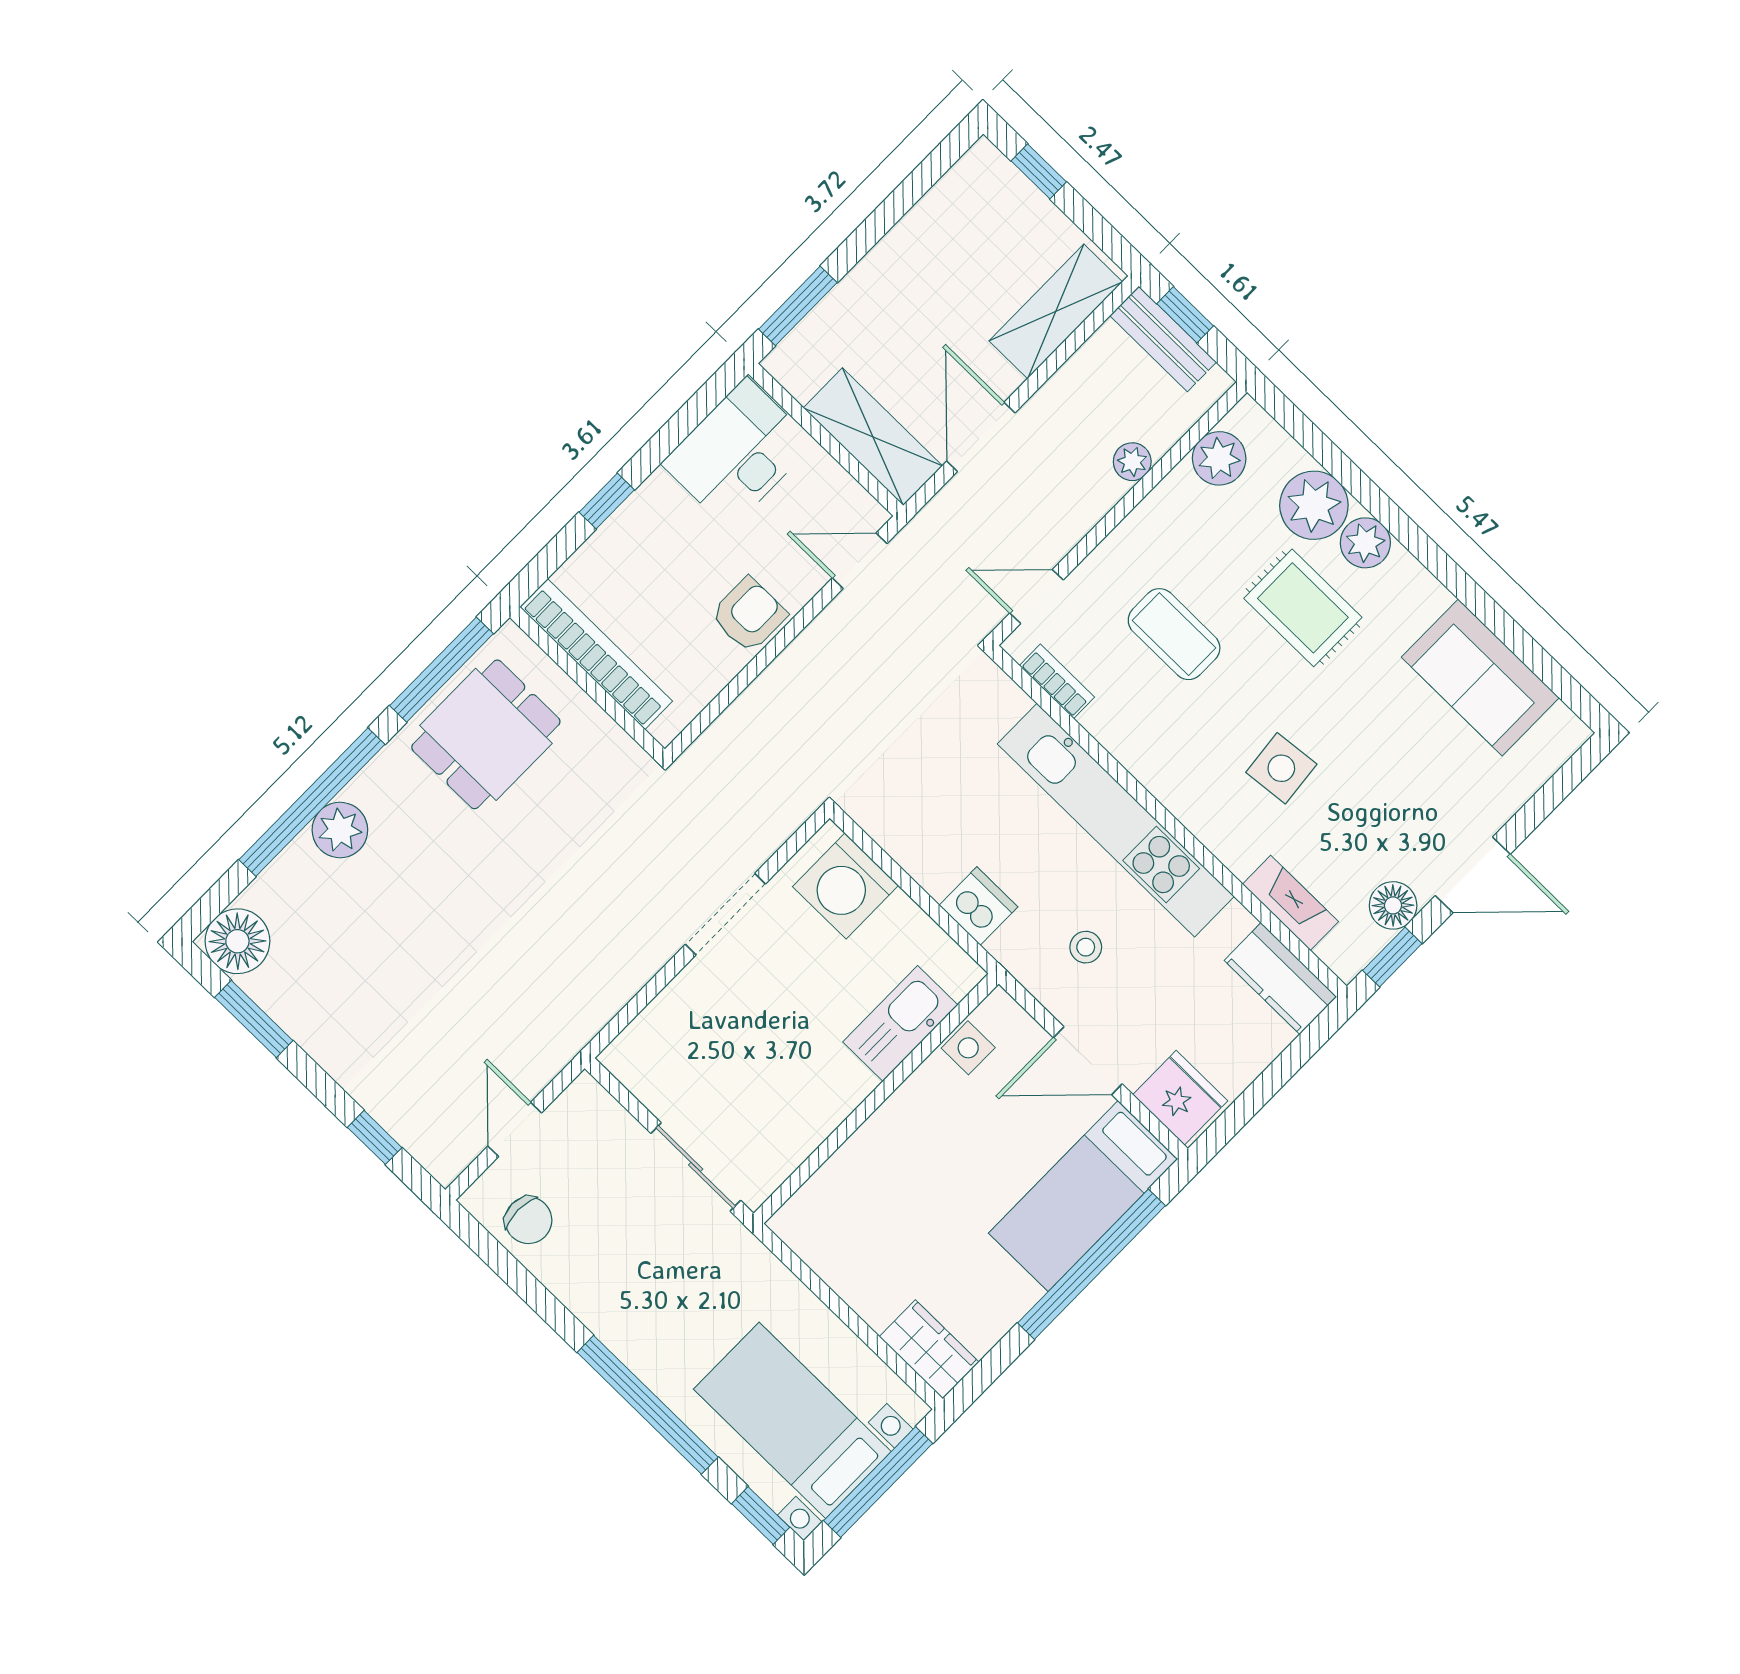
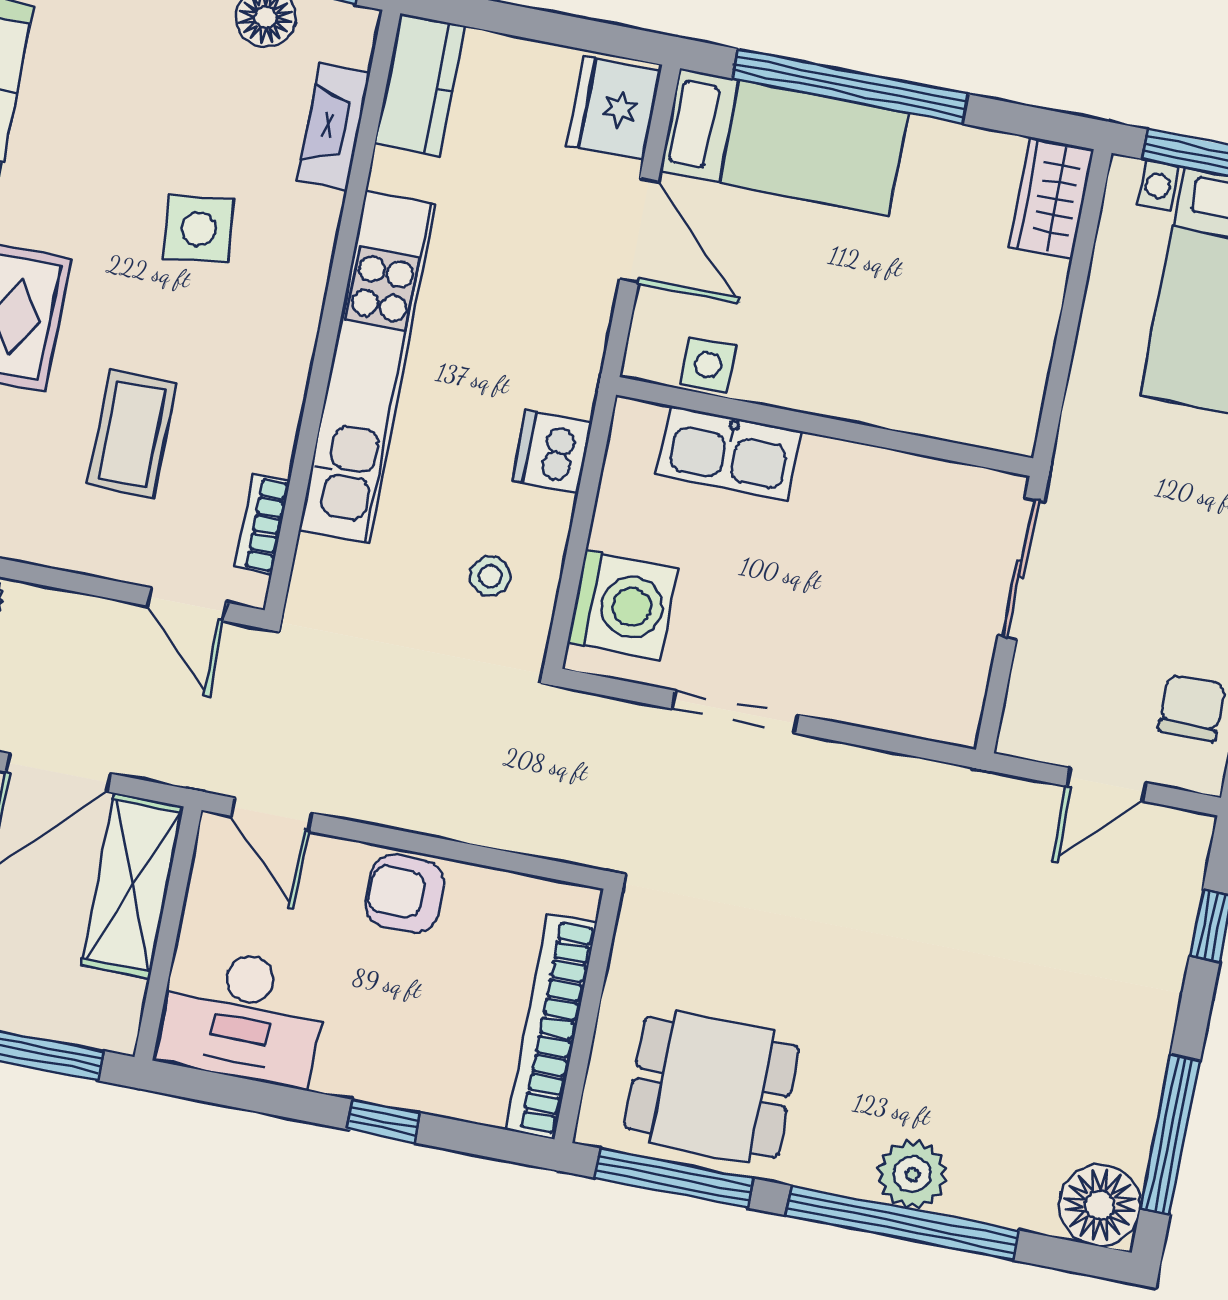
stool: (1086, 947) -> (490, 576), moved
window: (254, 1019) -> (1170, 1134), width x1.44

